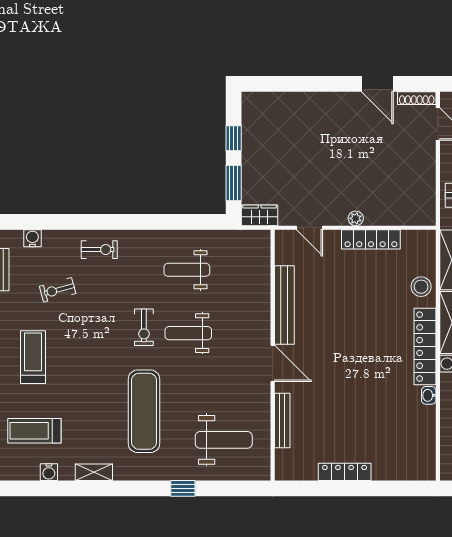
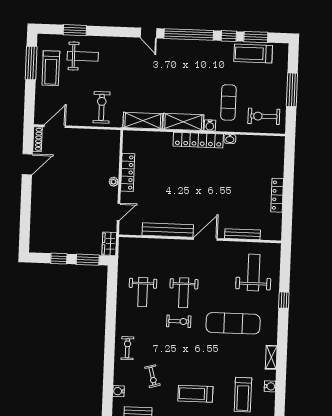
stool: (421, 287) -> (159, 141), removed

